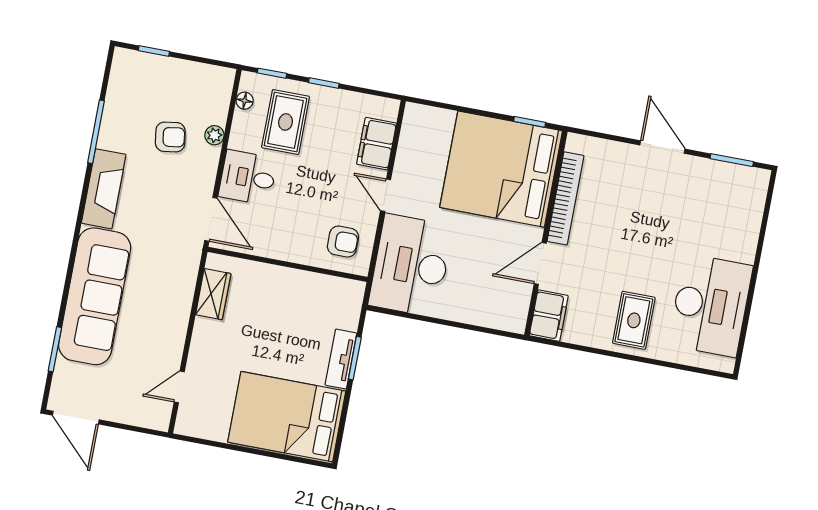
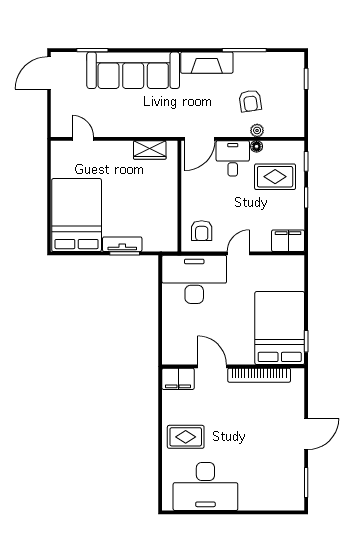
floor lamp: (245, 101) -> (257, 146), moved
filing cabinet: (377, 144) -> (288, 241), moved
bed: (501, 169) -> (280, 328), width x0.73

